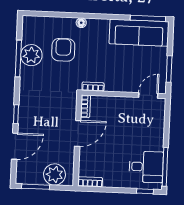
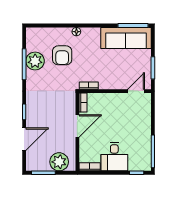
armchair: (63, 50) -> (62, 55), turned 180
desk: (146, 167) -> (114, 157), moved, turned 90

